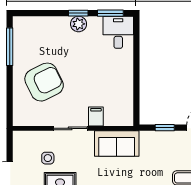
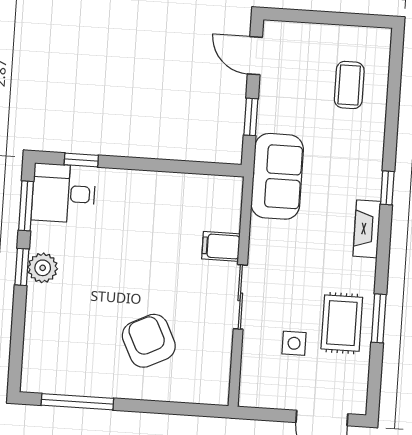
window: (136, 40) -> (81, 160), added
armchair: (44, 82) -> (149, 341), width x0.73, depth x0.73
sofa: (117, 143) -> (277, 176), moved

